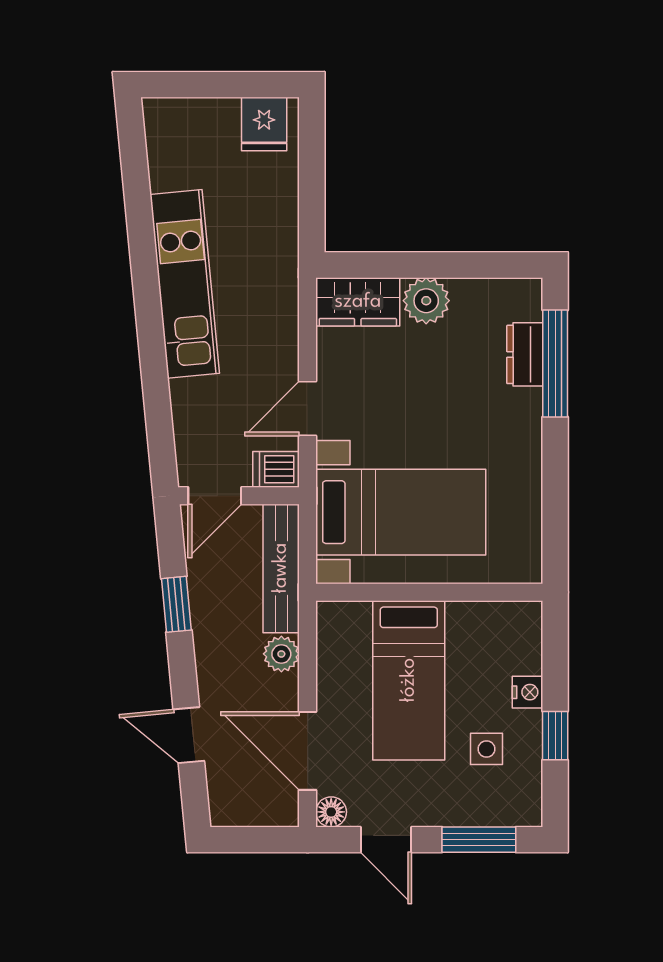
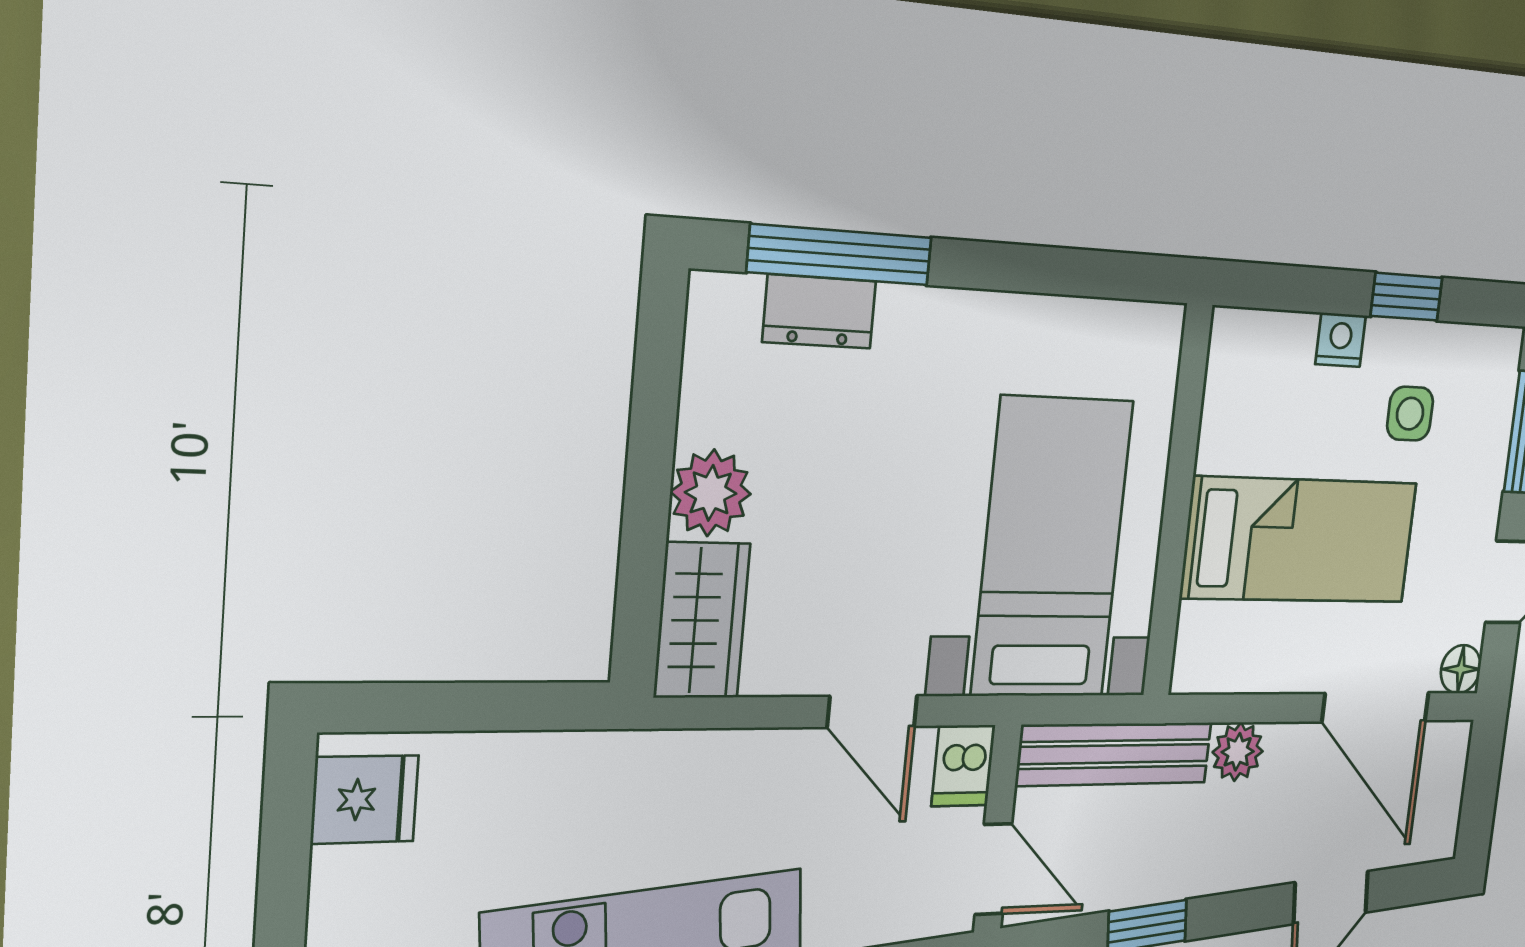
door: (308, 751) -> (1376, 707), hinge flipped

